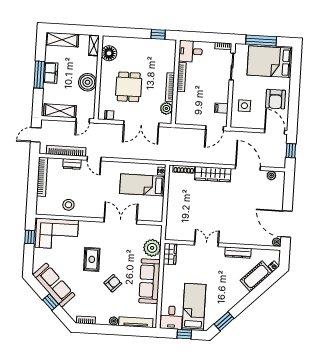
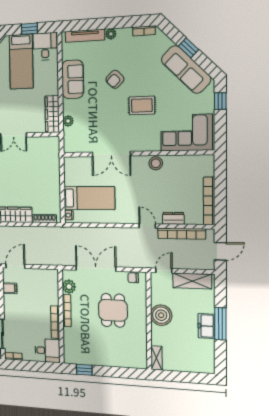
shelving: (62, 40) -> (195, 365), removed
floor lamp: (109, 53) -> (138, 349), removed
stool: (68, 205) -> (156, 163), moved
window: (30, 237) -> (220, 101), moved
plant: (152, 248) -> (68, 121), width x0.53, depth x0.53
wardrobe: (170, 254) -> (52, 114), width x1.50
rug: (92, 259) -> (142, 105), turned 90
sofa: (150, 281) -> (73, 79), width x0.73

